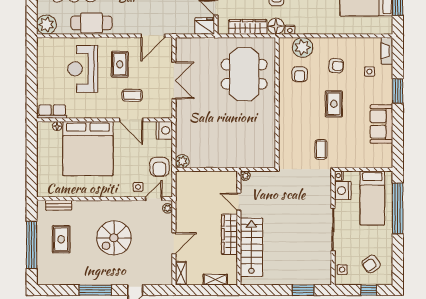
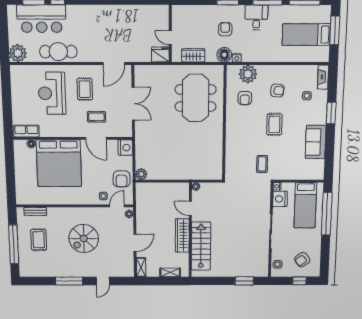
wardrobe: (248, 27) -> (193, 55), width x0.67

